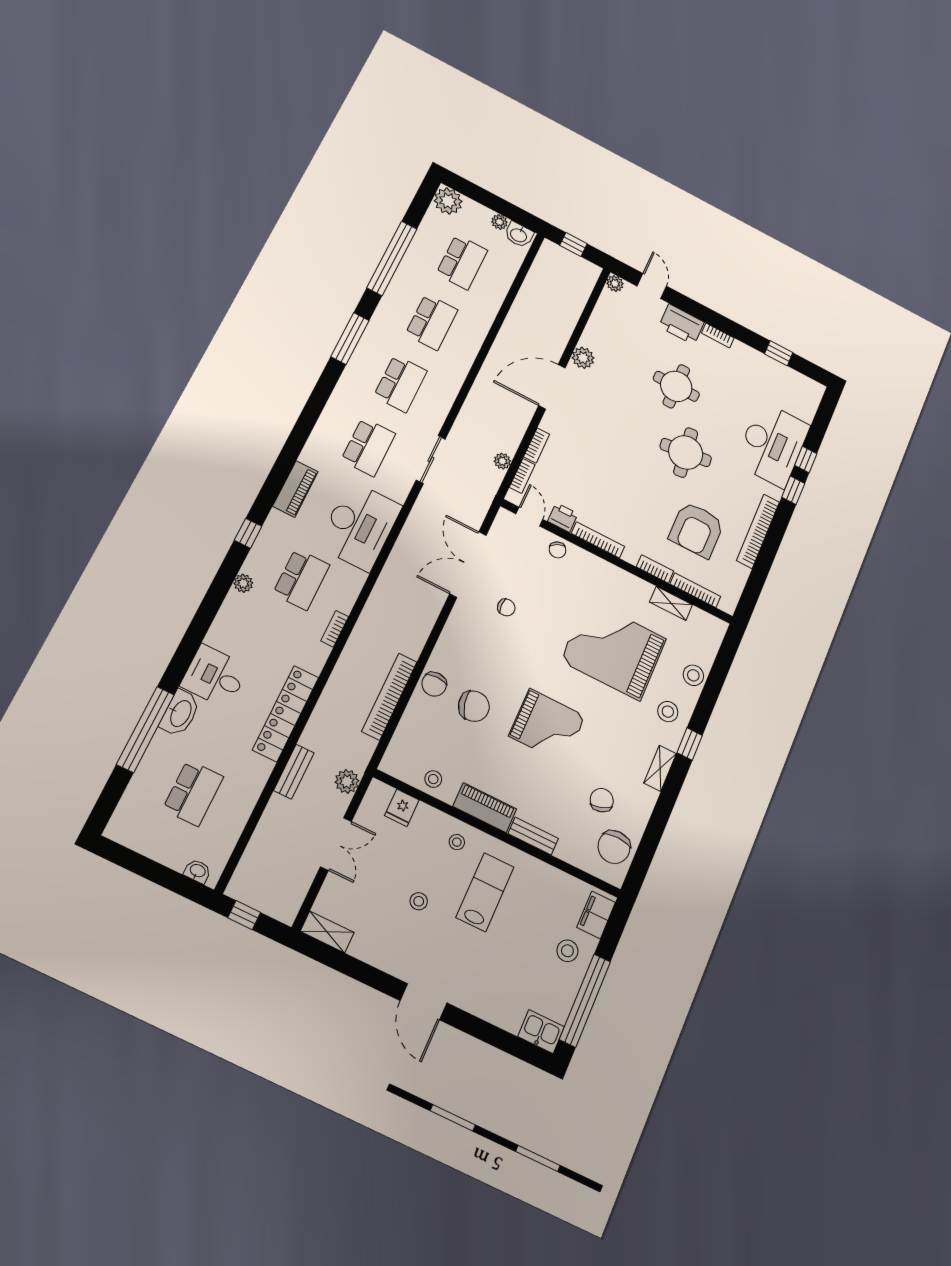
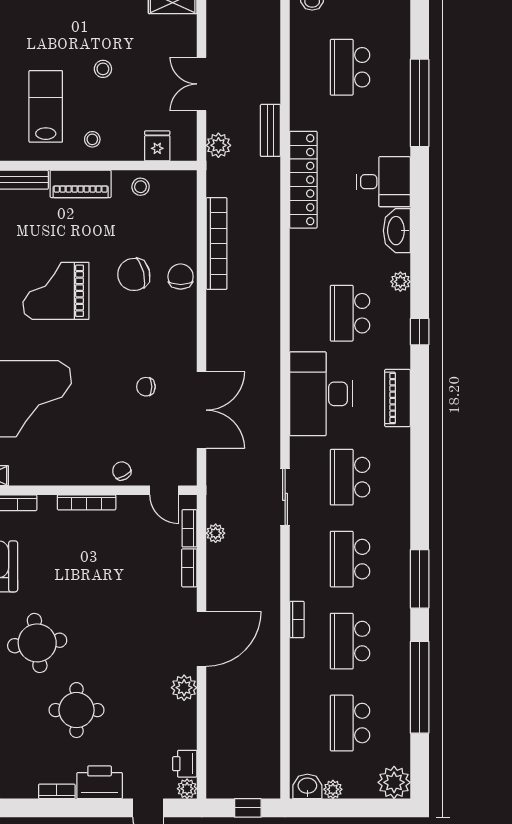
printer: (563, 518) -> (185, 764), moved, turned 90
bookcase: (335, 629) -> (297, 620), moved
washbasin: (180, 713) -> (397, 231), moved
lab bench: (485, 892) -> (46, 106), turned 180

